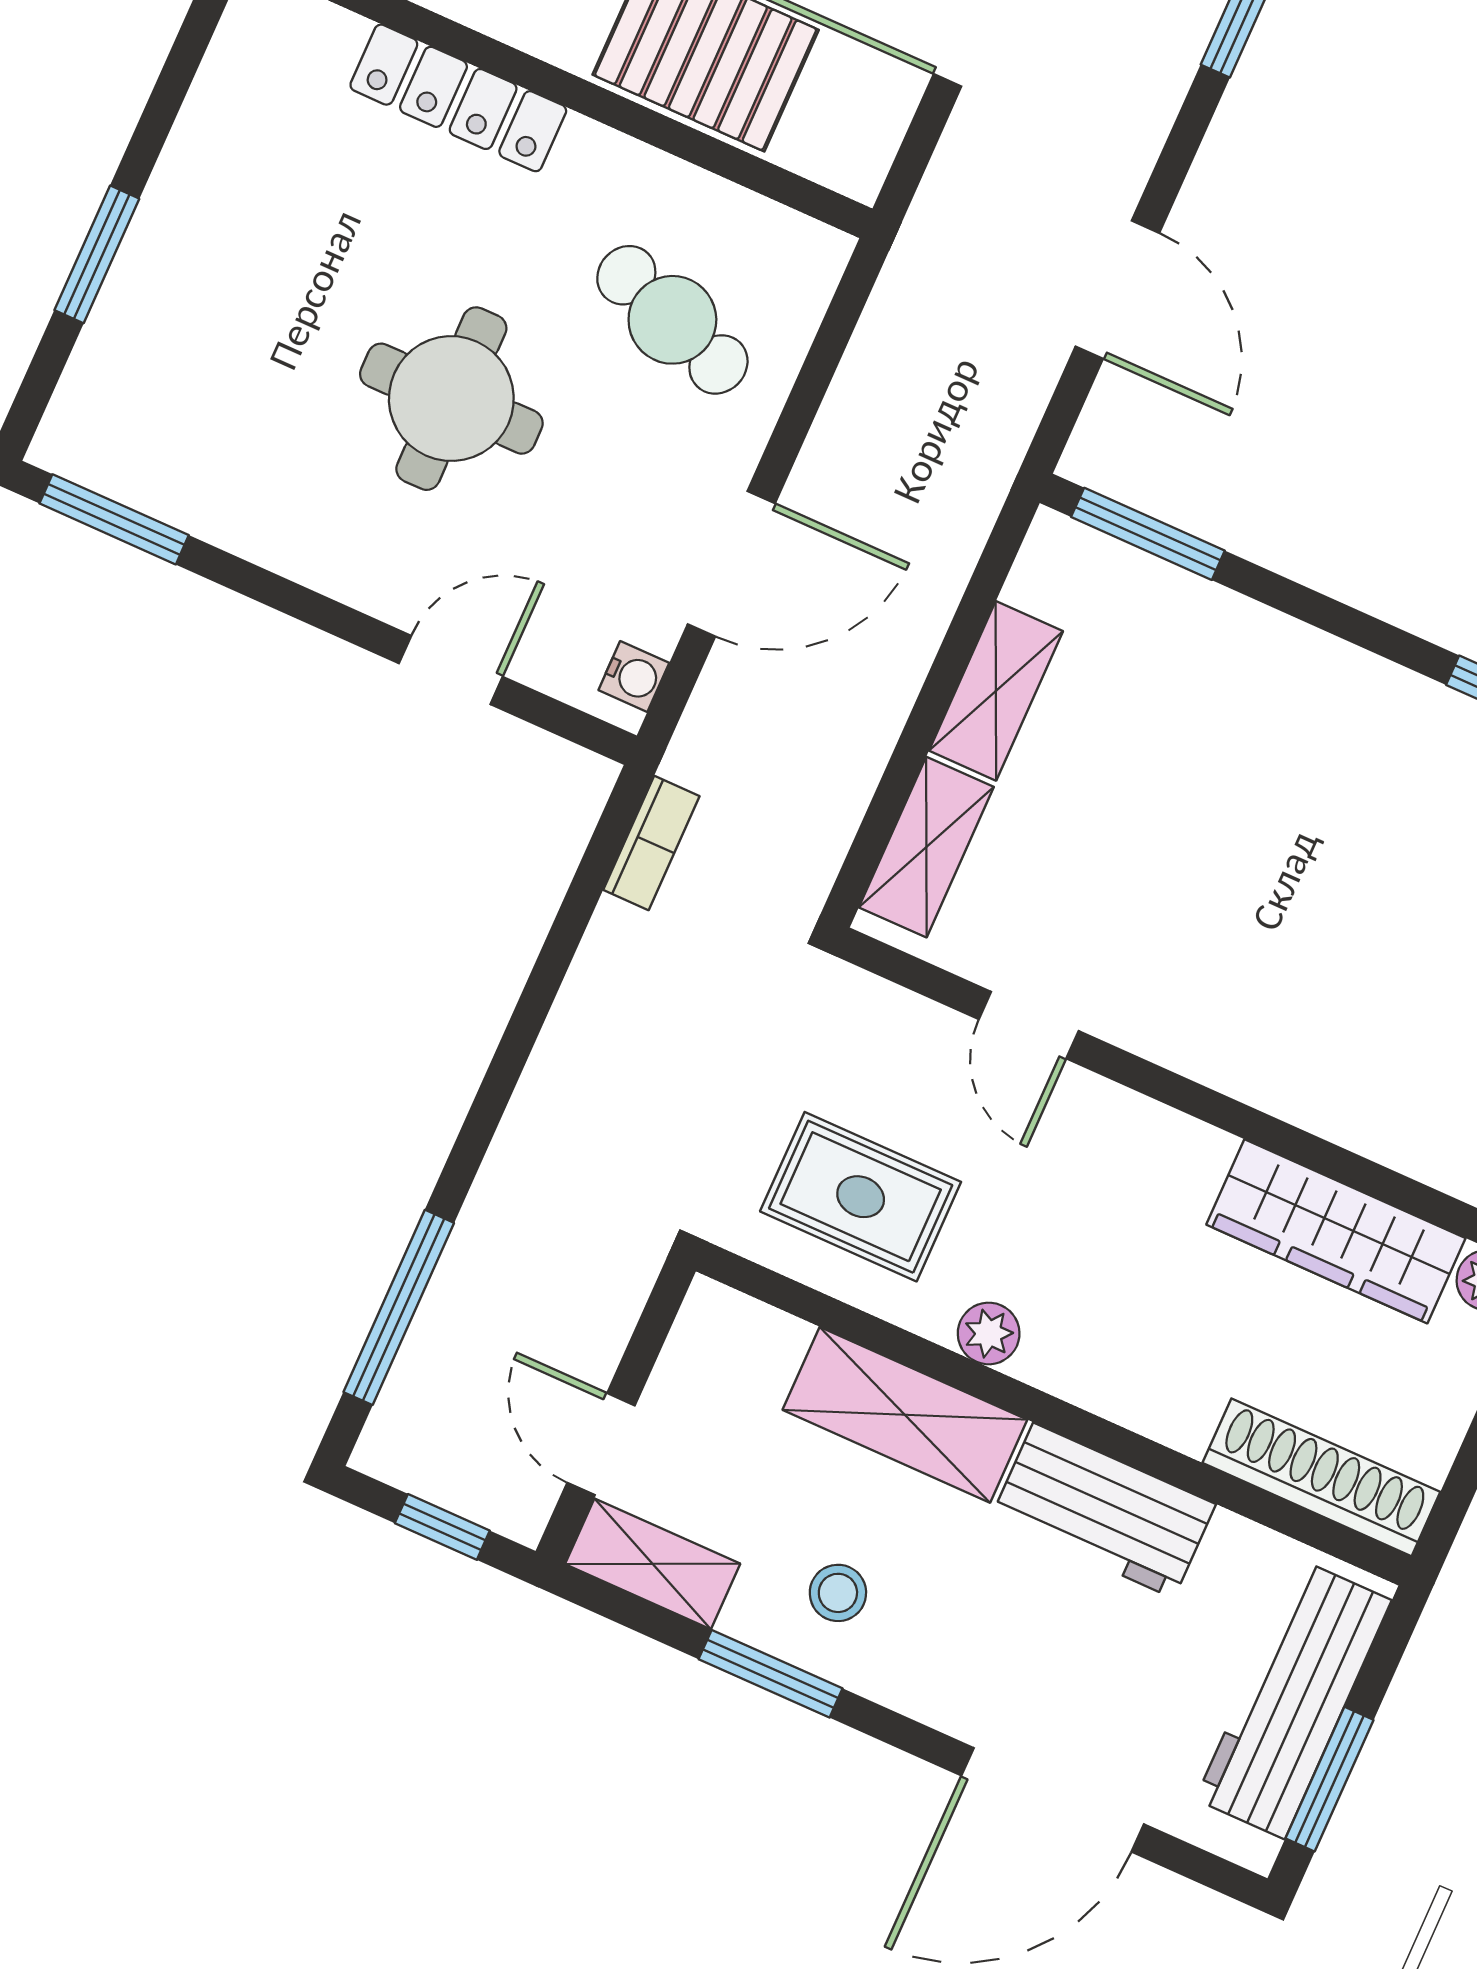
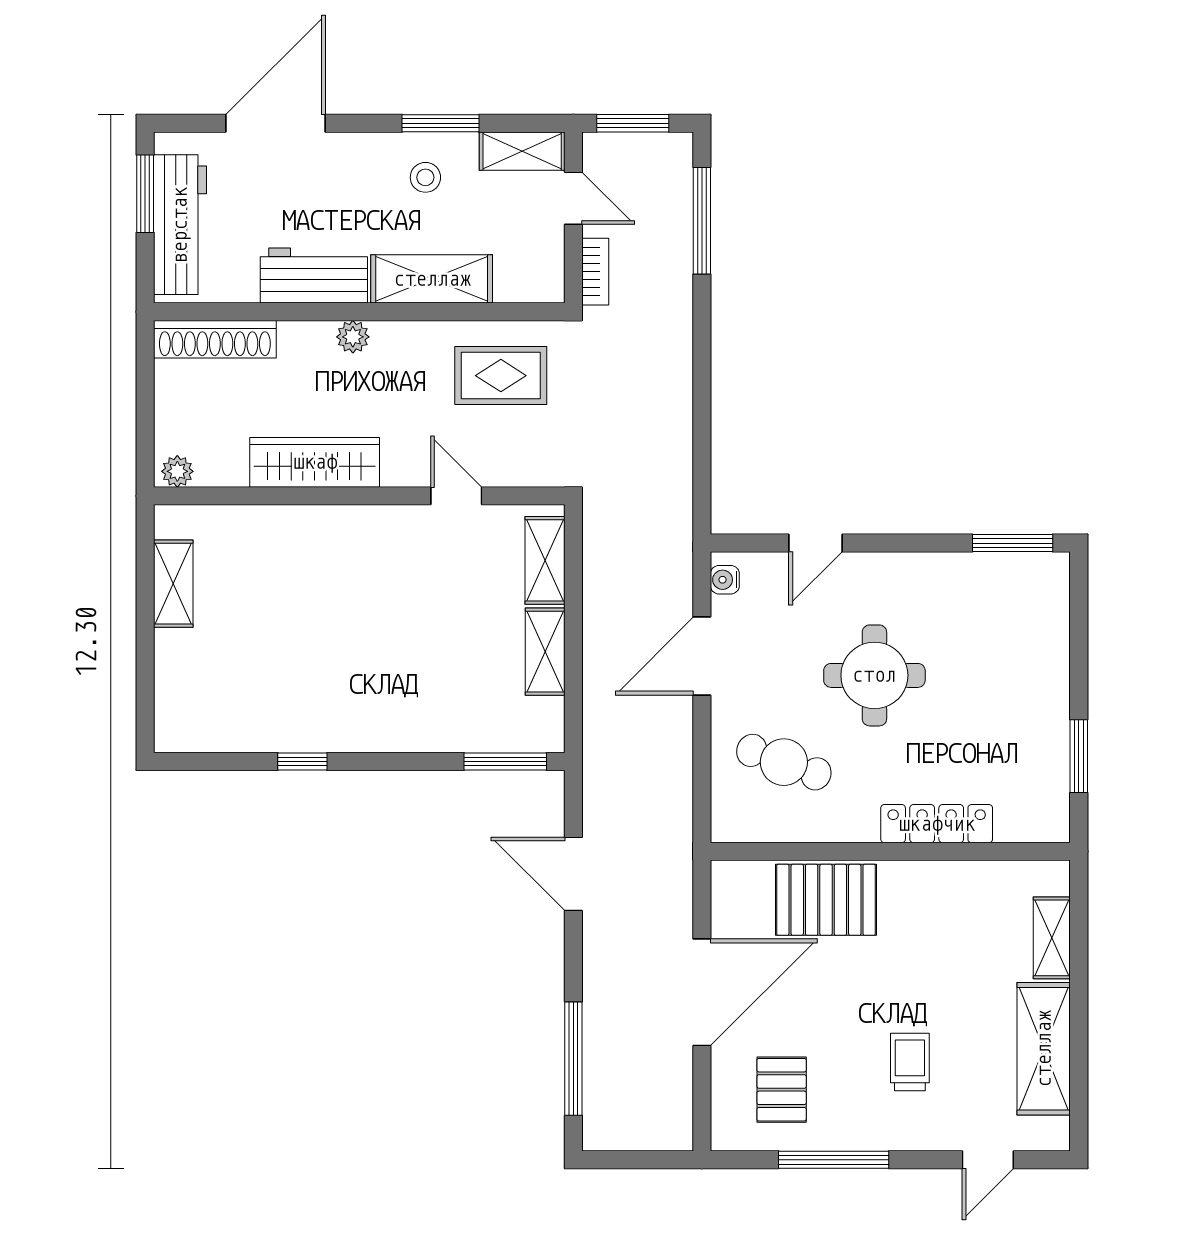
window: (97, 254) -> (1079, 756), moved
bookcase: (651, 843) -> (595, 272), moved, turned 180
wardrobe: (1336, 1231) -> (315, 462), moved
plant: (989, 1333) -> (353, 337), moved
window: (442, 1527) -> (633, 123), width x1.50

